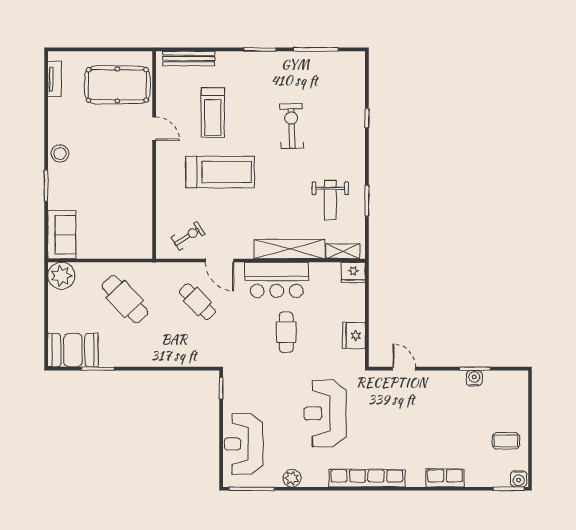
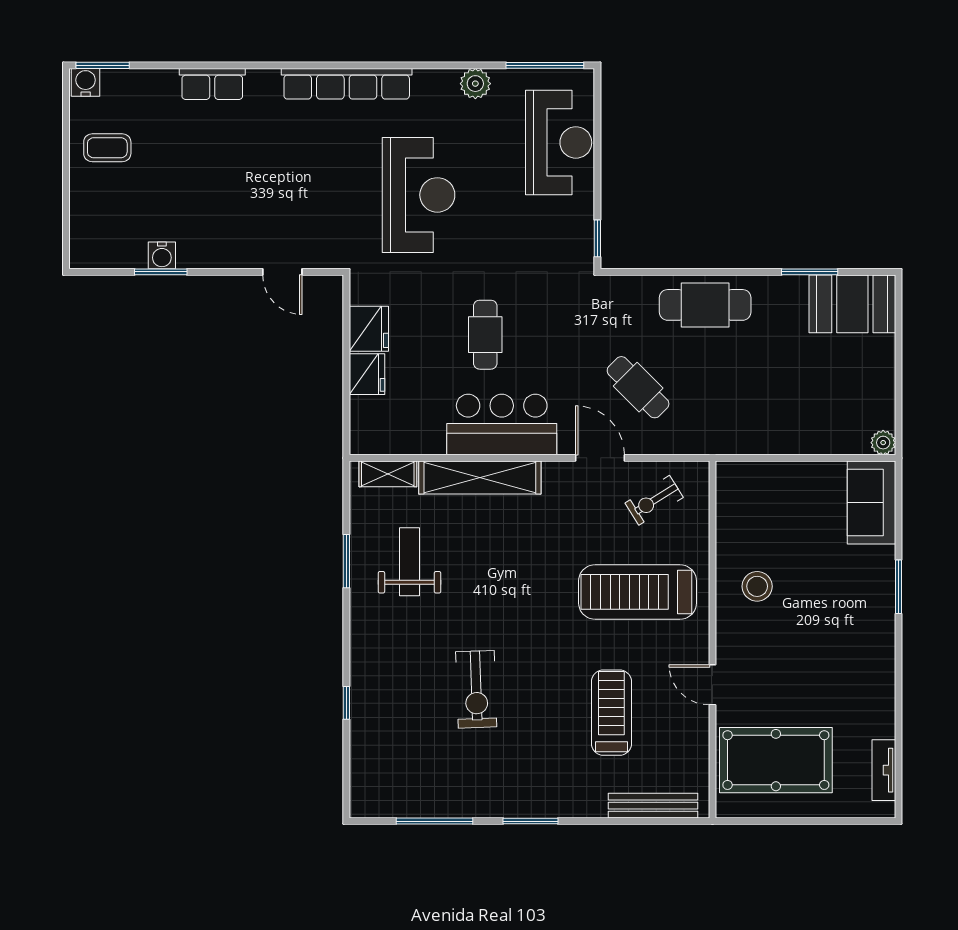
stool: (60, 154) -> (757, 586), moved
treadmill: (220, 172) -> (638, 592), moved
fridge: (353, 273) -> (367, 374), moved, turned 90
plant: (61, 276) -> (883, 443), width x0.53, depth x0.53
cafe table: (125, 299) -> (705, 305), moved, turned -47

